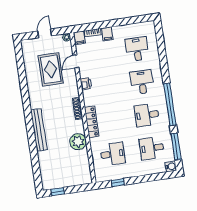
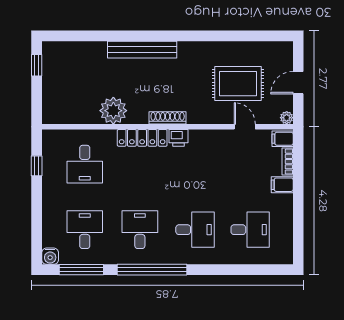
door: (45, 33) -> (298, 83), swing flipped
printer: (86, 83) -> (178, 138), moved

